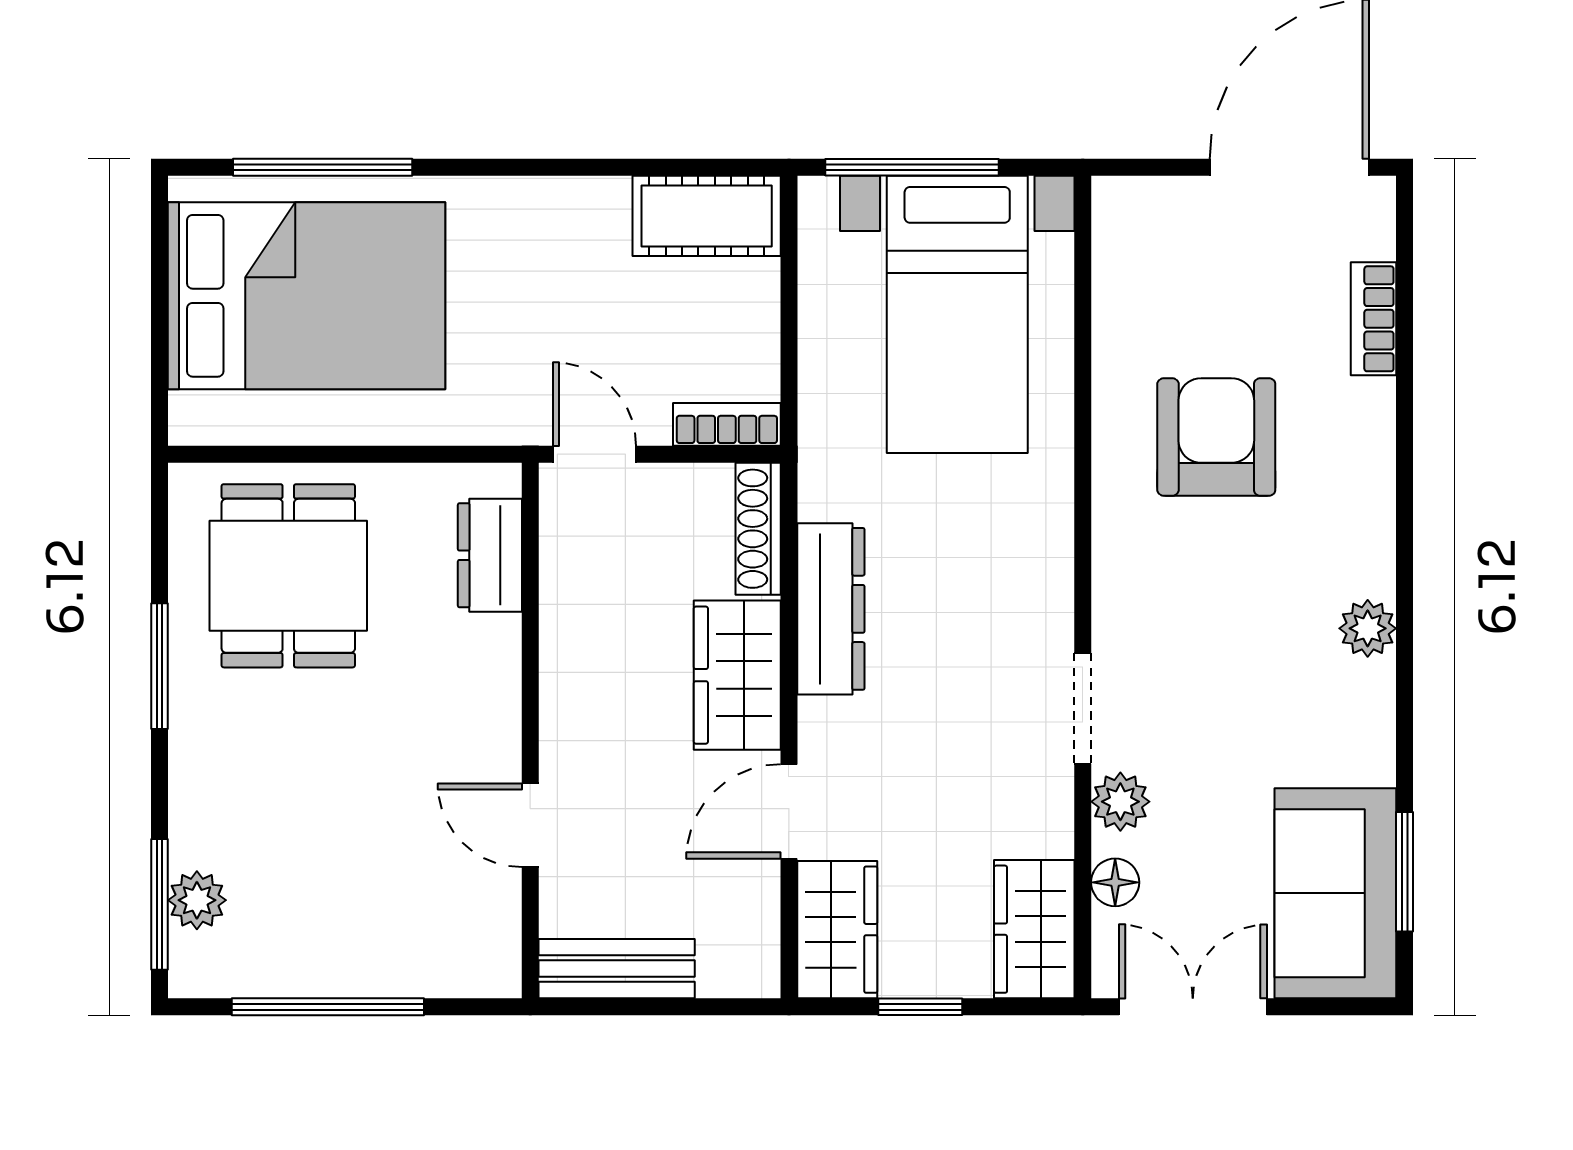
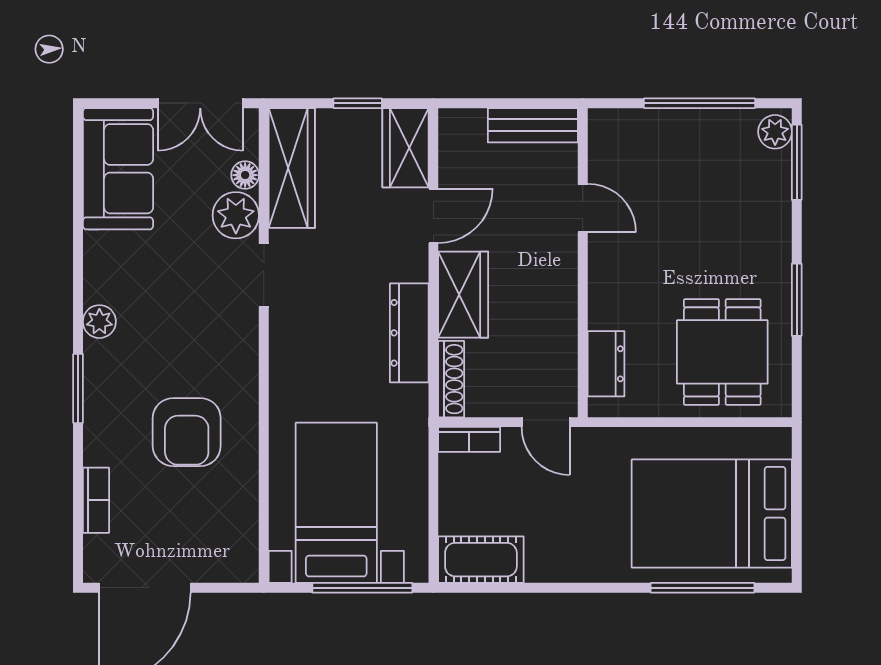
plant: (1120, 802) -> (236, 215), width x1.38, depth x1.38
window: (1405, 872) -> (78, 388), moved
plant: (197, 900) -> (775, 132), moved
wardrobe: (1034, 929) -> (292, 168), width x1.50

